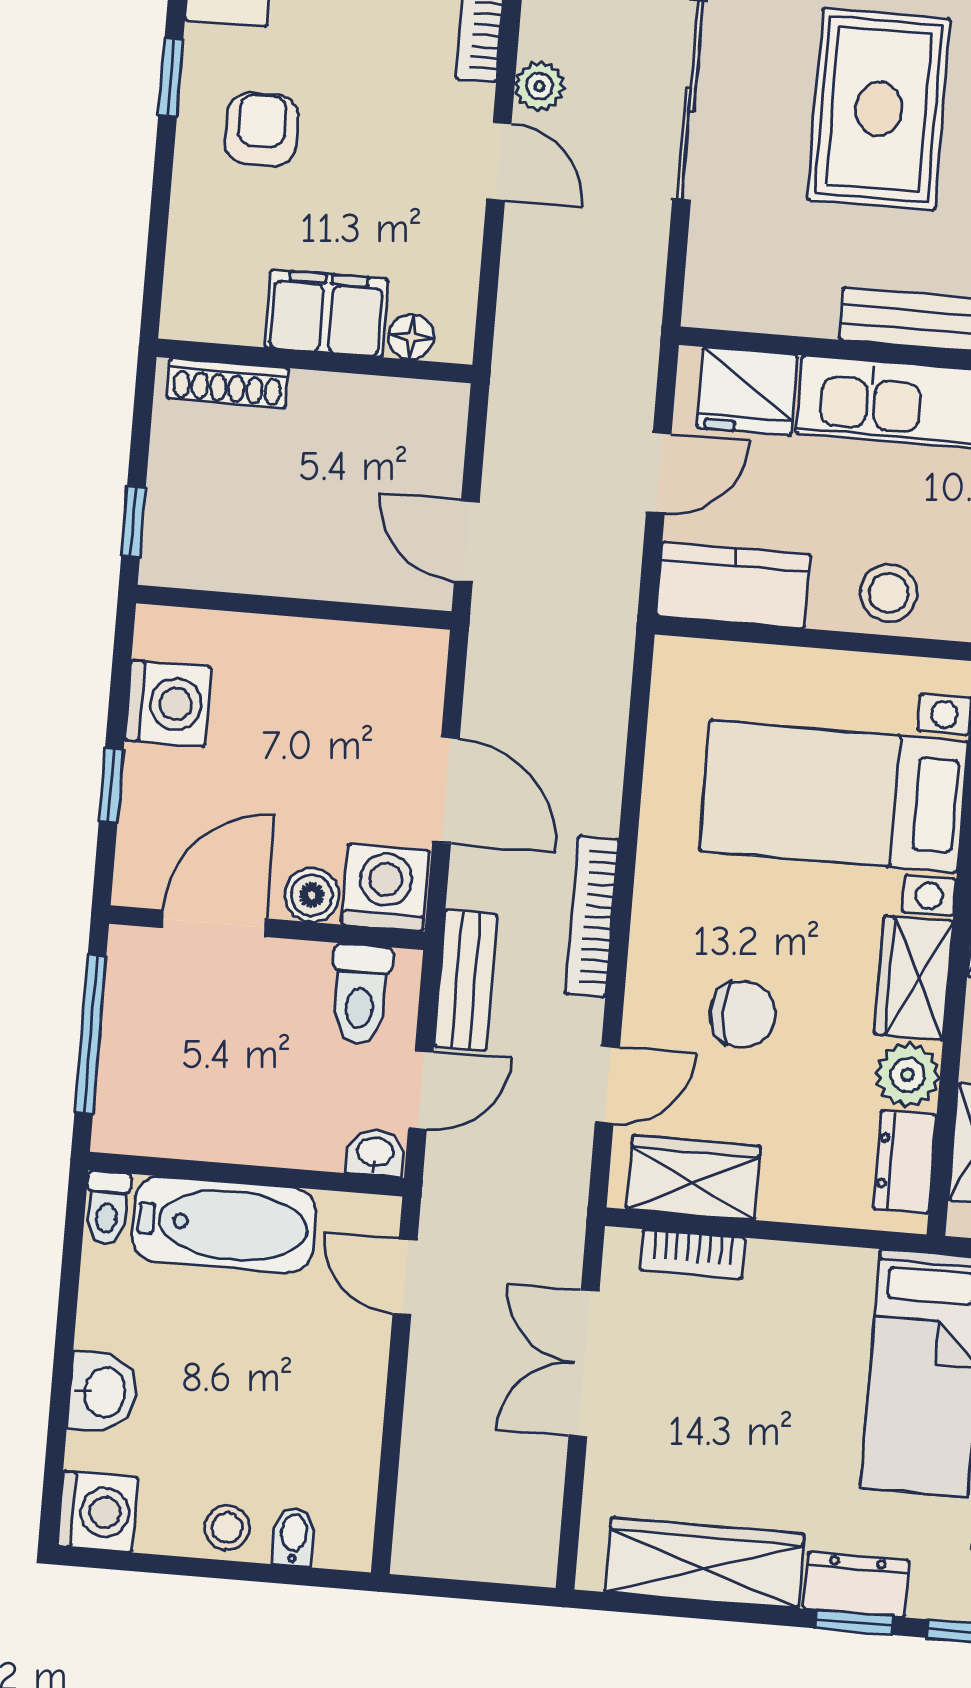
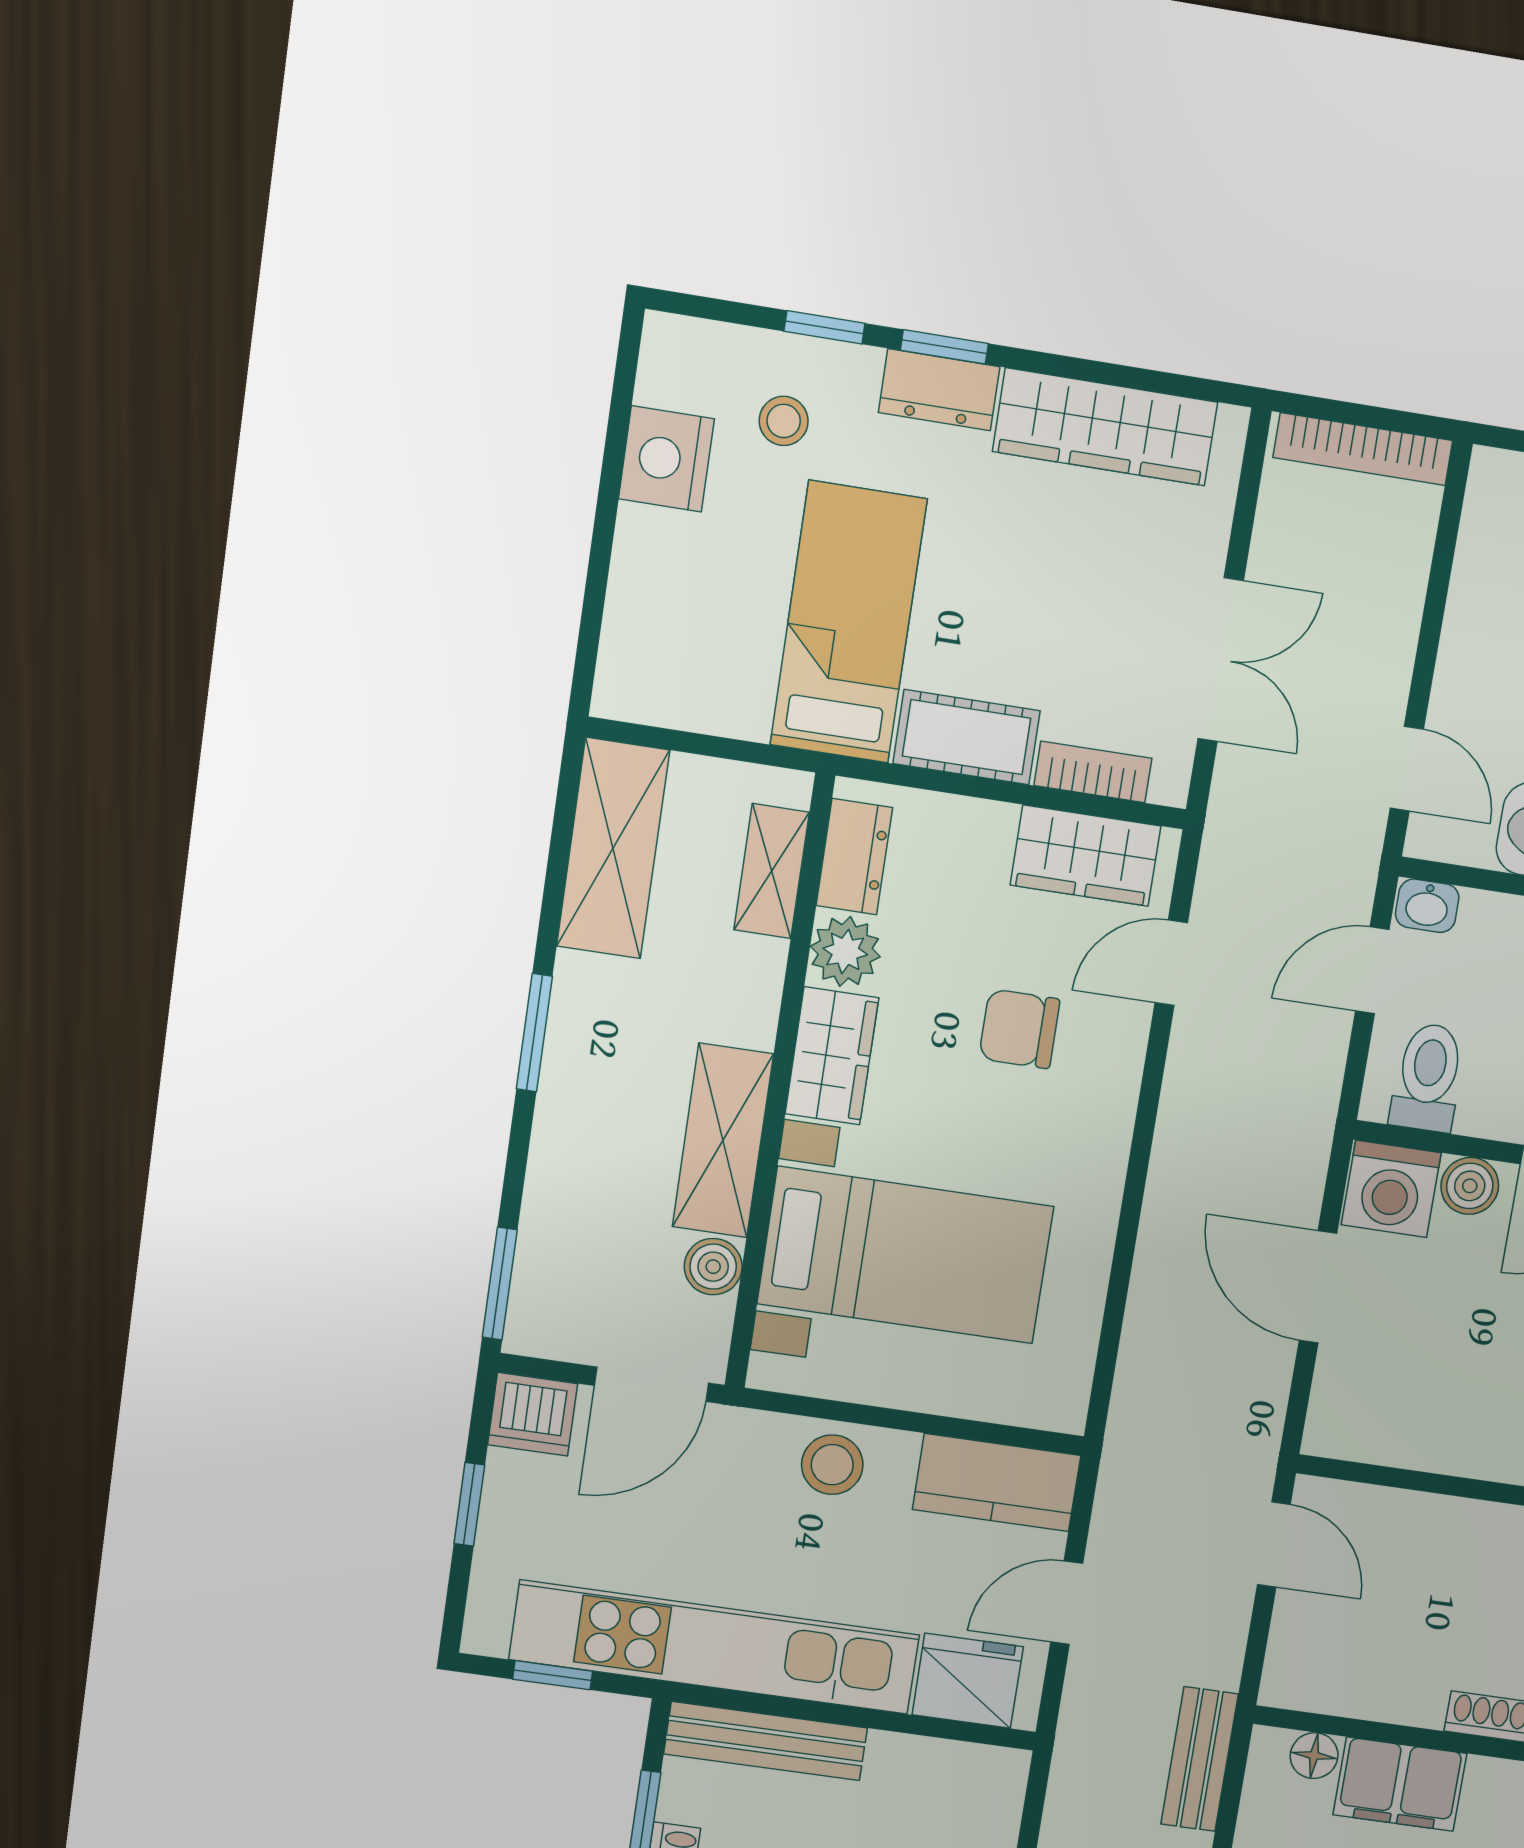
bookcase: (592, 917) -> (1363, 449), moved, turned 90
bench: (466, 980) -> (1200, 1759), moved
cot: (810, 1277) -> (967, 737), added

